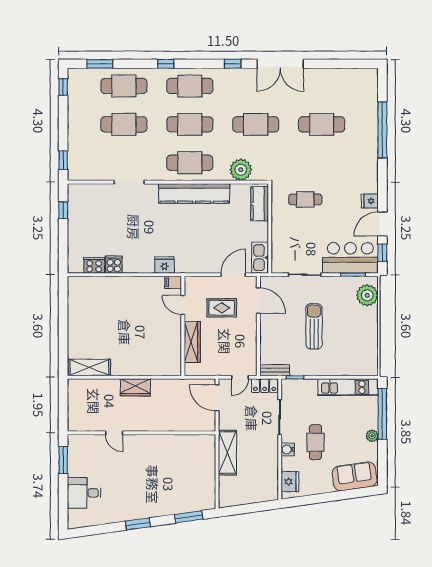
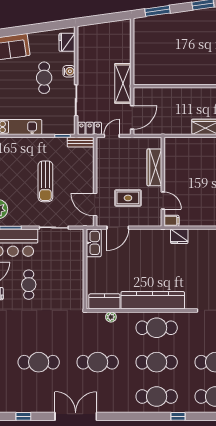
window: (233, 64) -> (23, 416), moved
plant: (241, 170) -> (111, 317), width x0.53, depth x0.53
cafe table: (305, 199) -> (29, 285), moved, turned 90
kitchen counter: (260, 204) -> (104, 301), moved, turned -90
door: (217, 398) -> (132, 117), hinge flipped
shelving: (227, 453) -> (123, 83), moved

